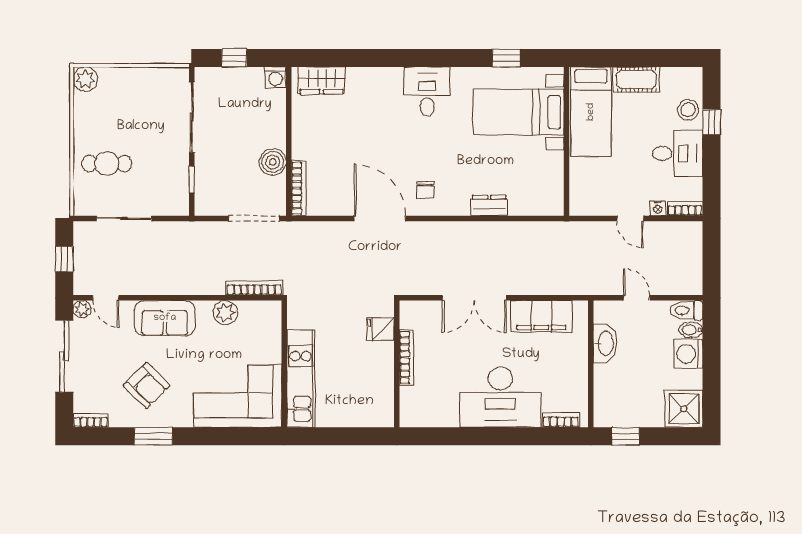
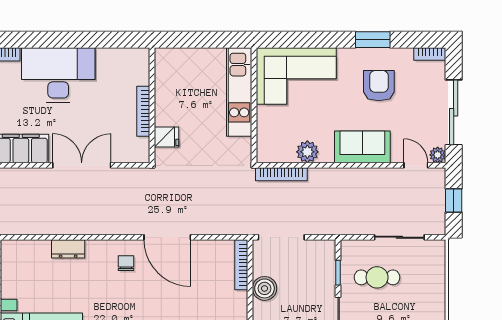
cafe table: (107, 164) -> (377, 277), moved
armchair: (147, 386) -> (379, 86), turned 45

